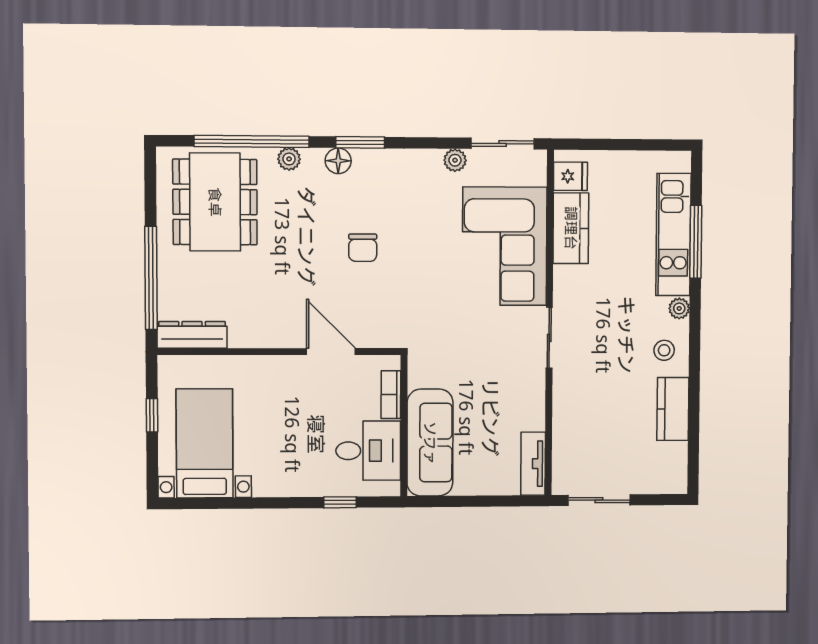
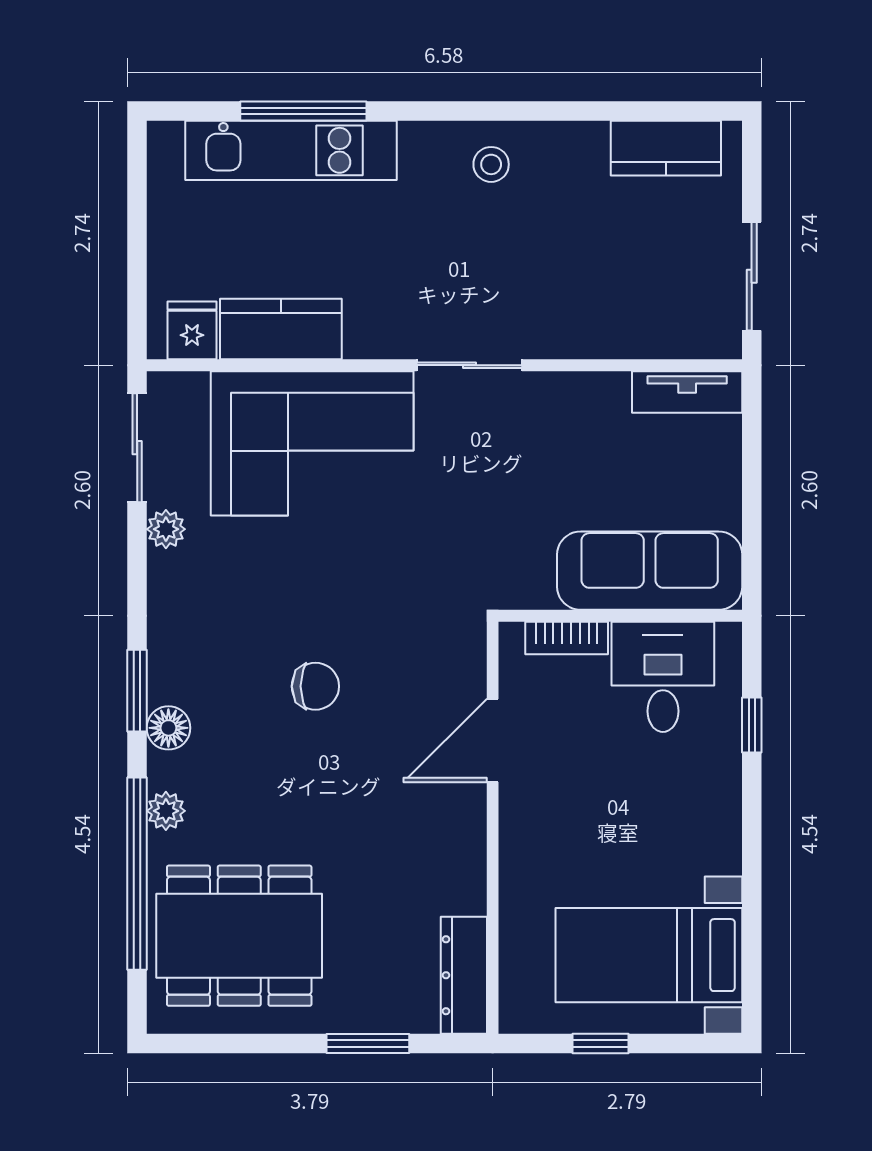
window: (151, 278) -> (368, 1043), width x0.47
plant: (679, 308) -> (419, 139), removed
kitchen counter: (673, 409) -> (666, 148), moved

